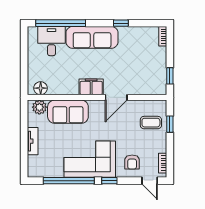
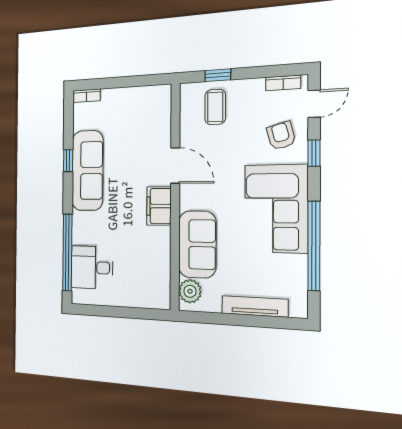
sofa: (92, 37) -> (87, 171), moved
window: (170, 76) -> (143, 81), removed
floor lamp: (41, 88) -> (161, 288), removed
tv unit: (33, 141) -> (255, 306), width x1.41
armchair: (132, 162) -> (281, 136), turned -105
window: (109, 181) -> (314, 153), moved

